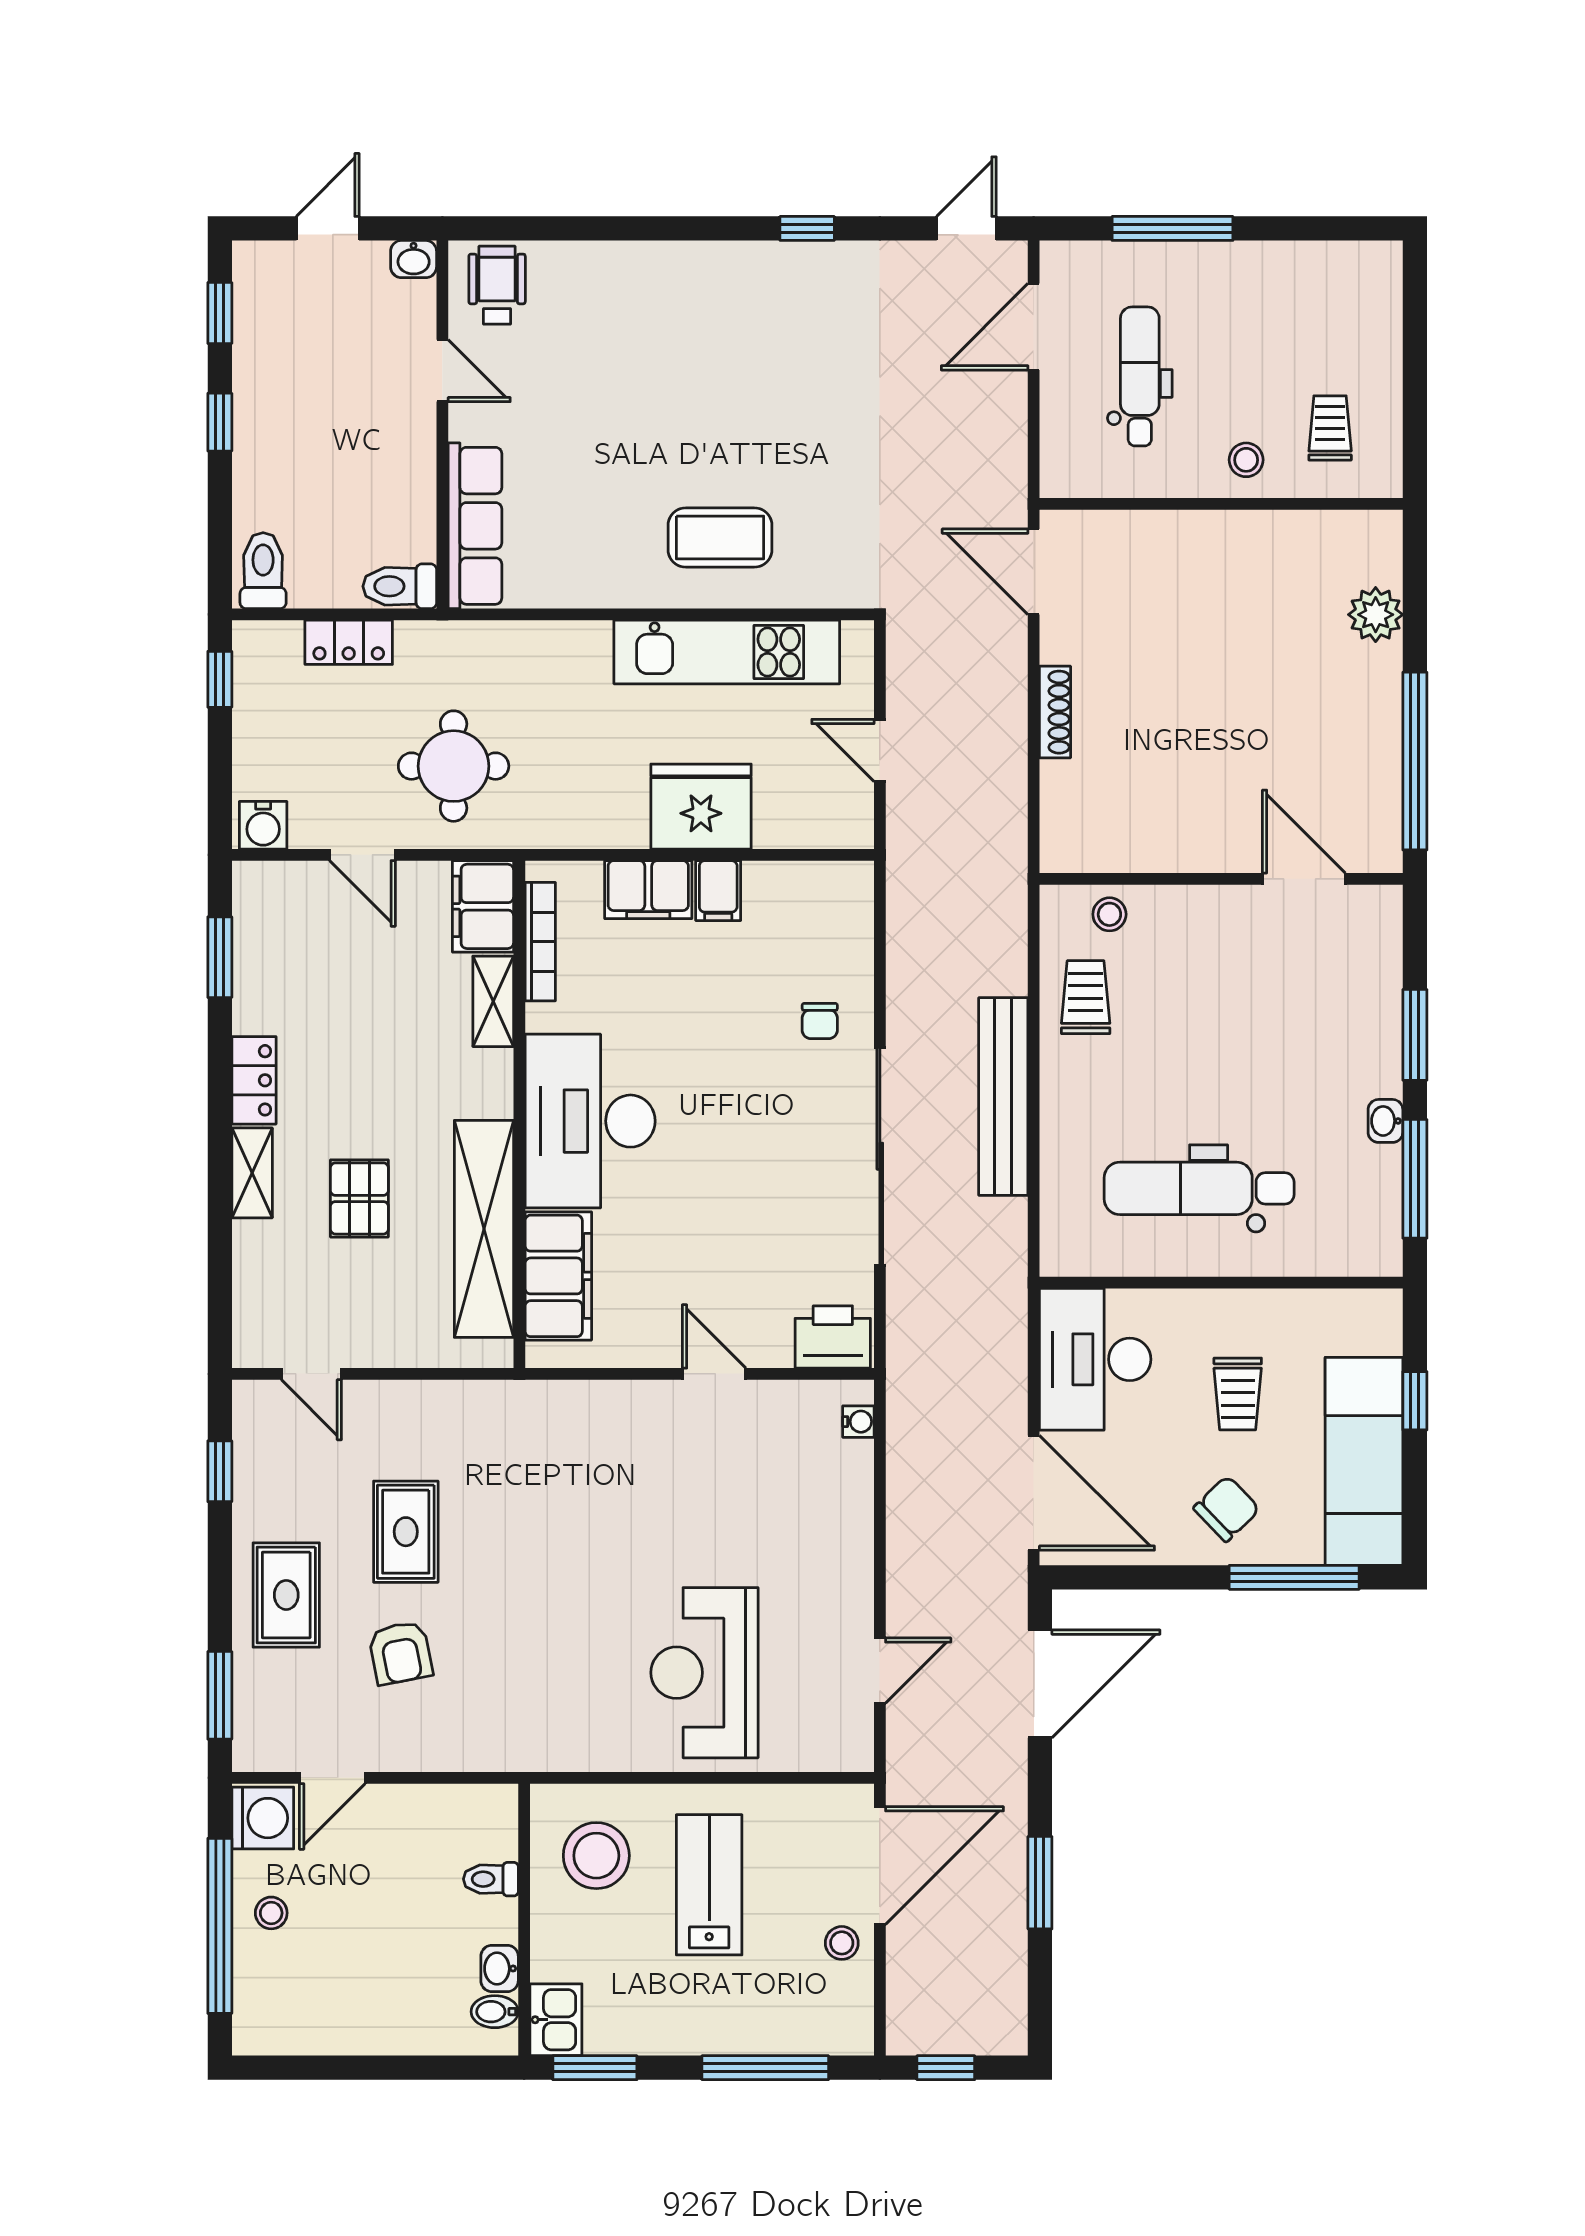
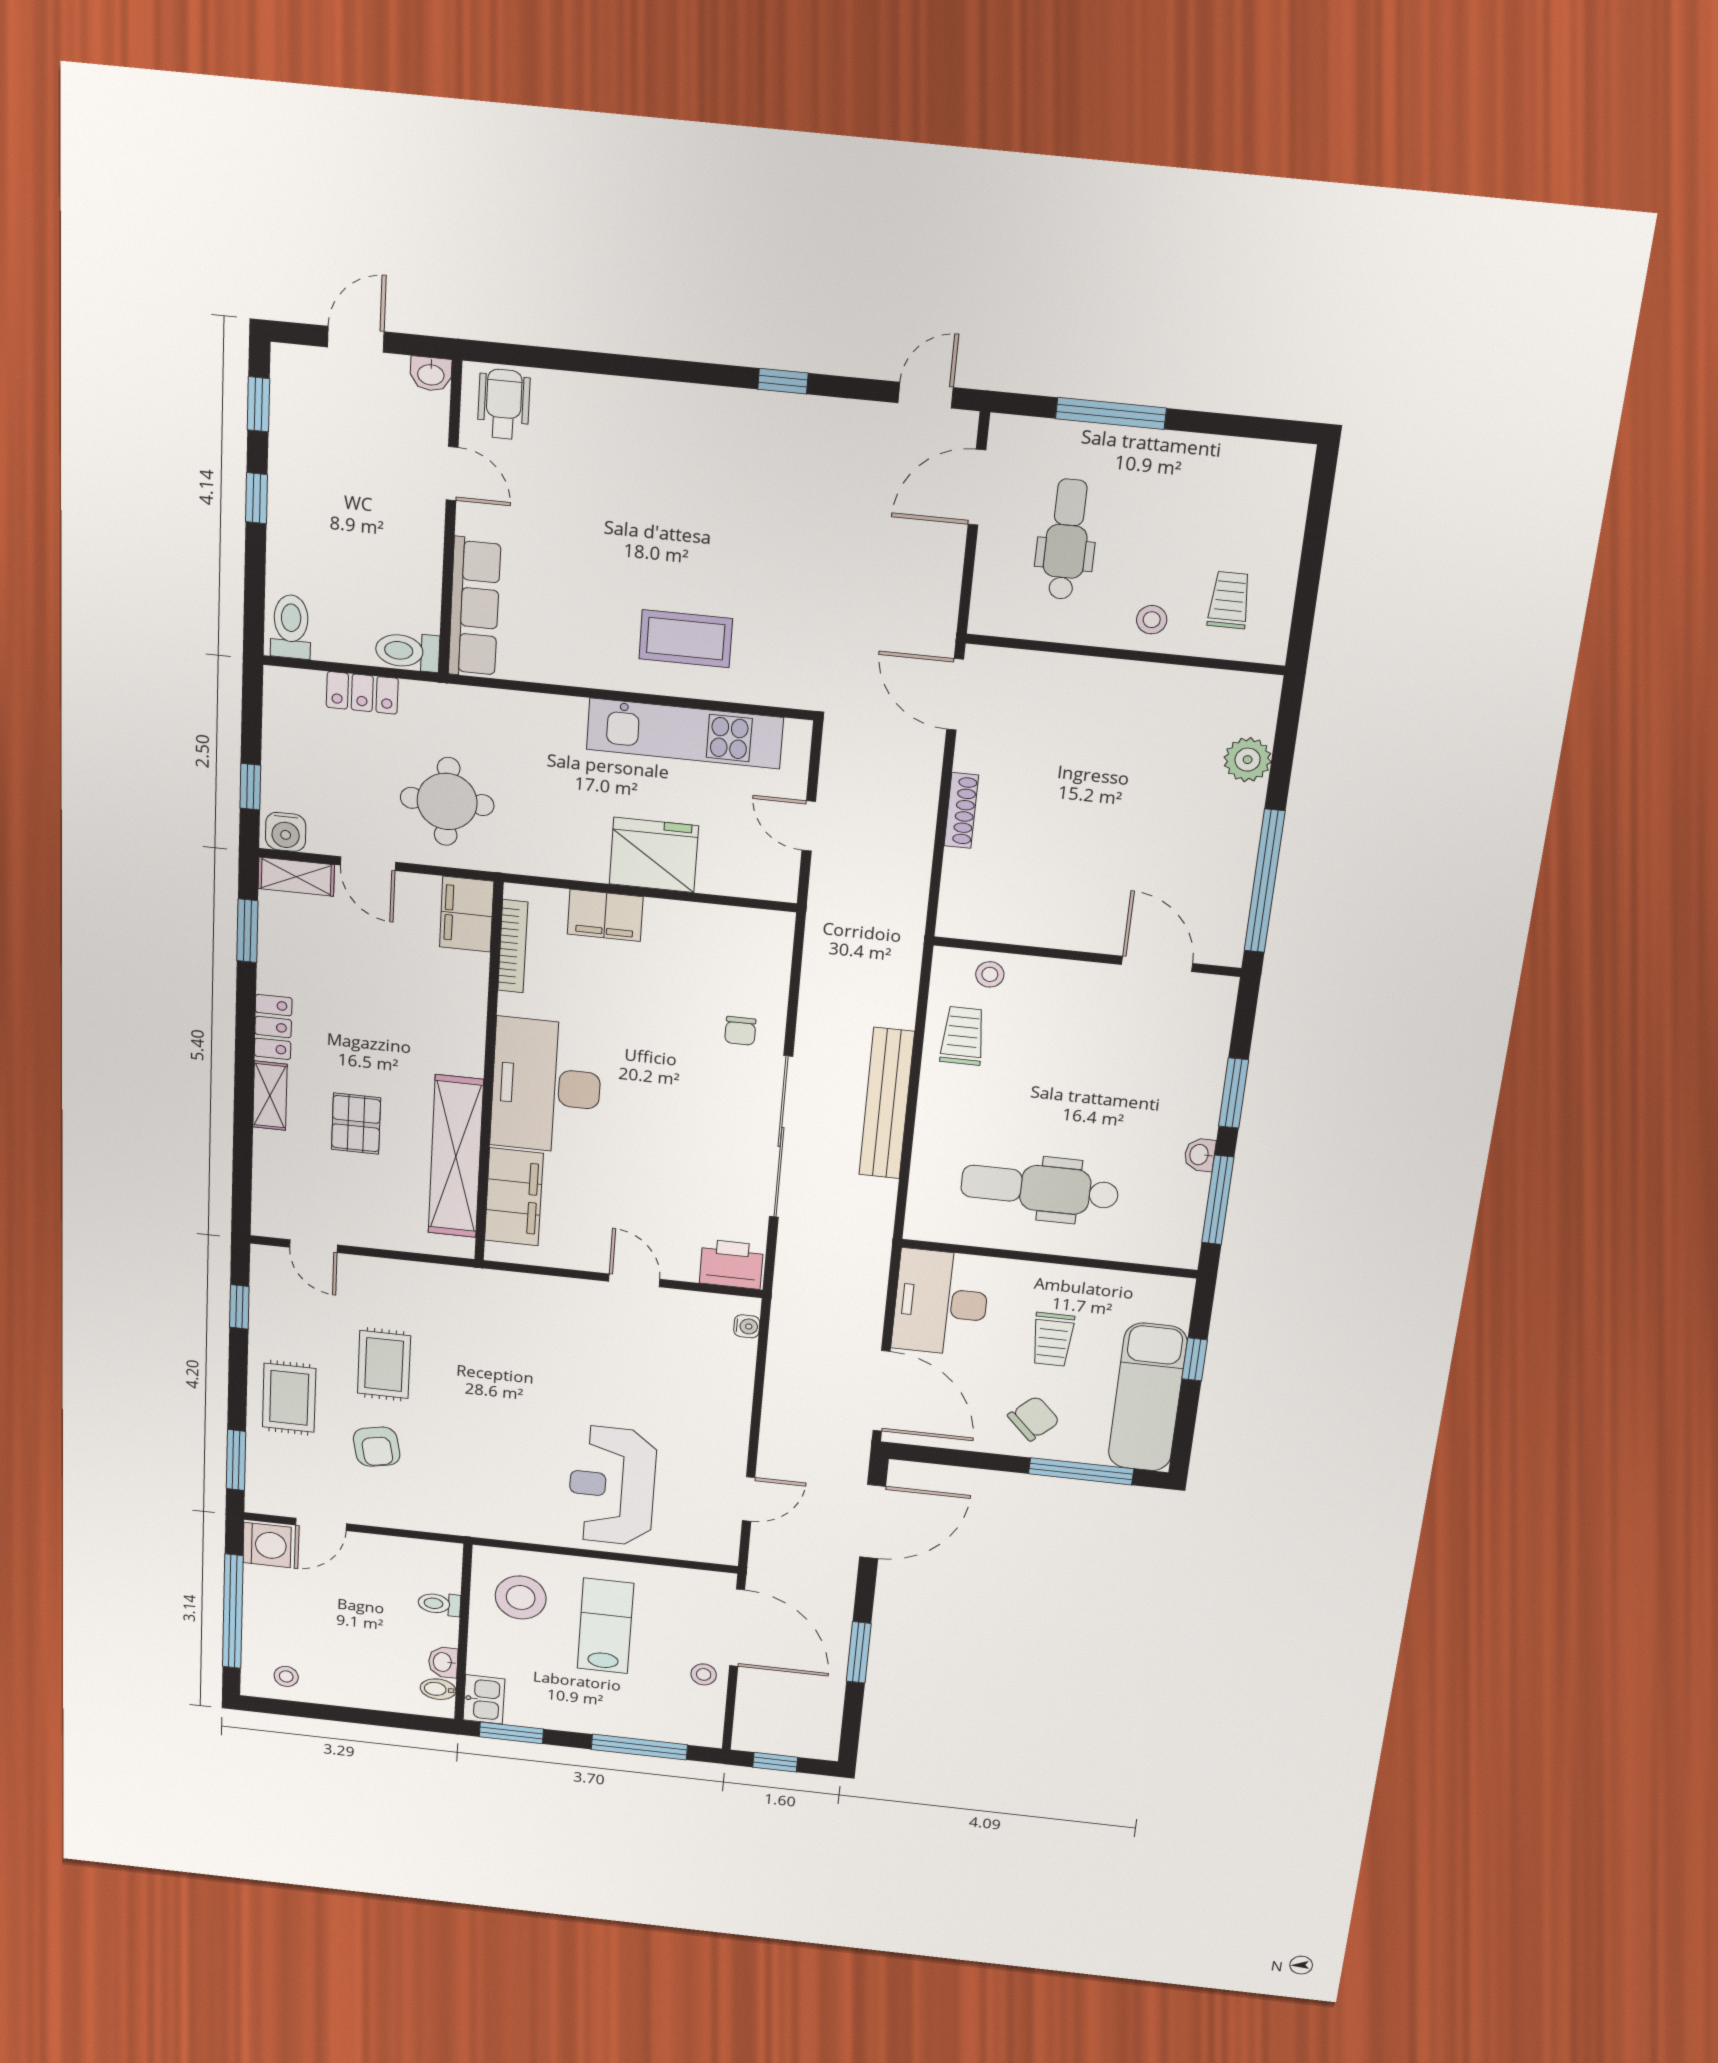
window: (220, 679) -> (250, 787), moved
filing cabinet: (718, 891) -> (664, 922), removed
shelving: (493, 1001) -> (296, 877), moved, turned 90
door: (880, 1866) -> (737, 1628), hinge flipped
stool: (271, 1913) -> (286, 1676), moved

